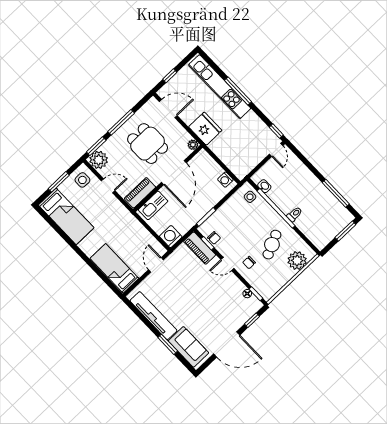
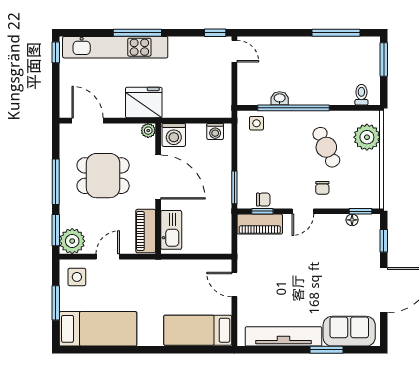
window: (170, 76) -> (56, 52), moved
door: (168, 109) -> (88, 121), hinge flipped
washbasin: (264, 186) -> (280, 98), moved
toilet: (295, 214) -> (361, 95), moved
washing machine: (171, 237) -> (174, 135), moved, turned -90

